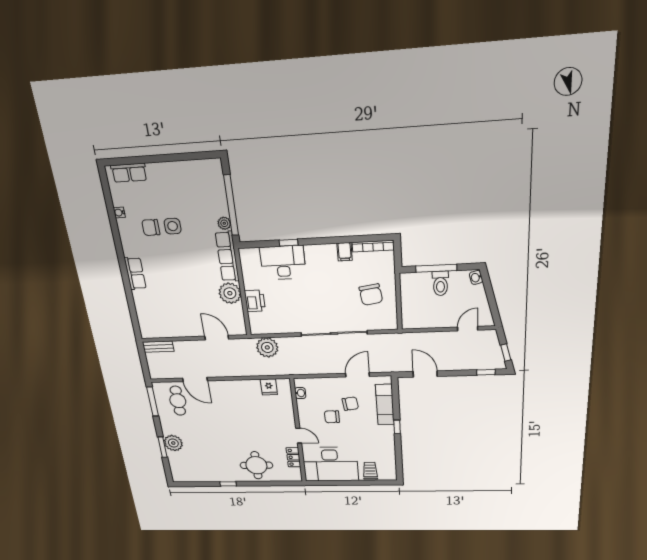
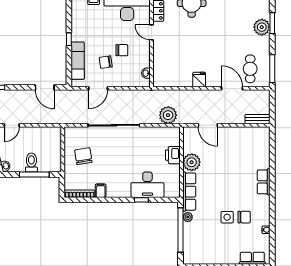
fridge: (269, 387) -> (199, 80), moved

